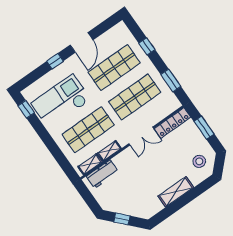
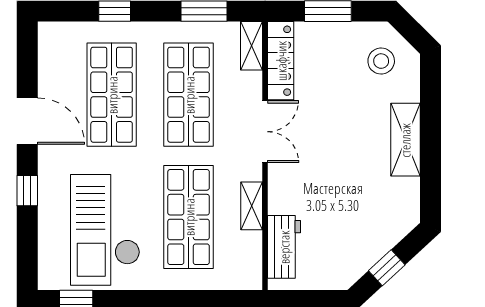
shelving: (90, 164) -> (252, 46), moved

